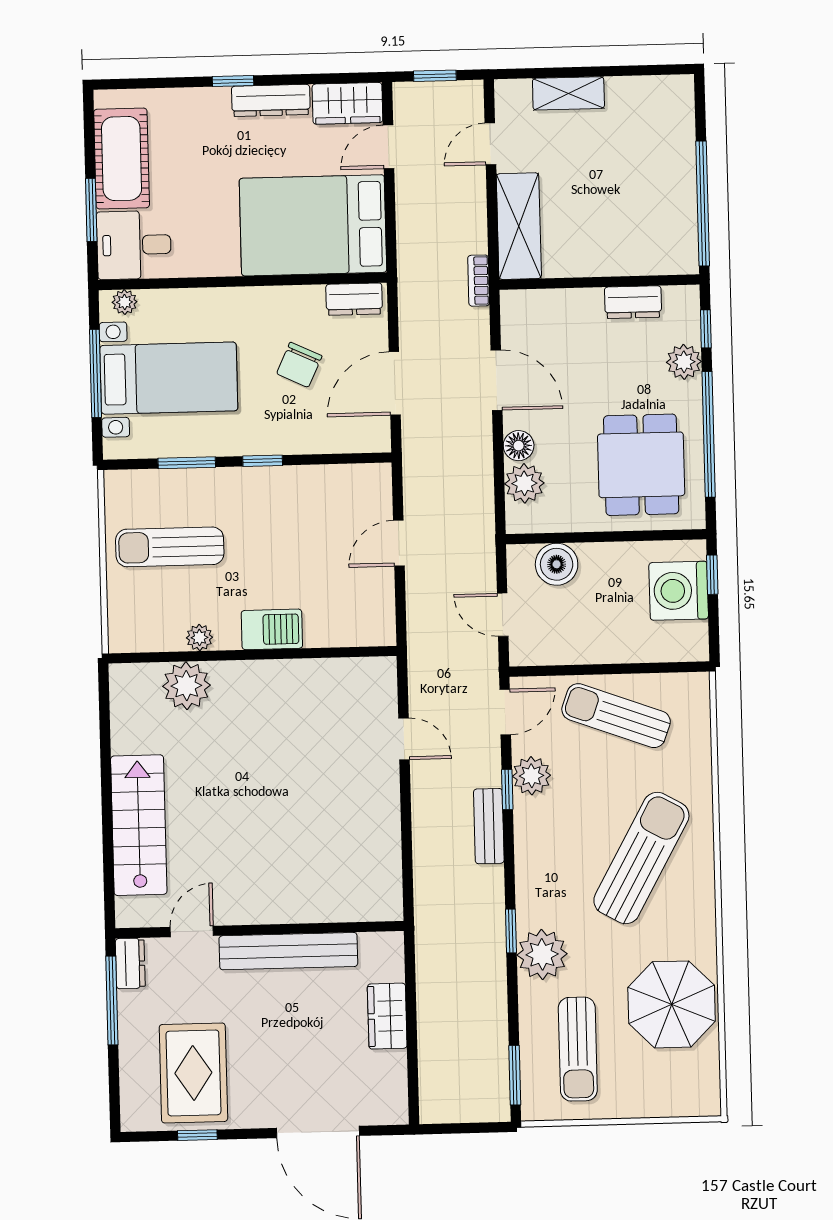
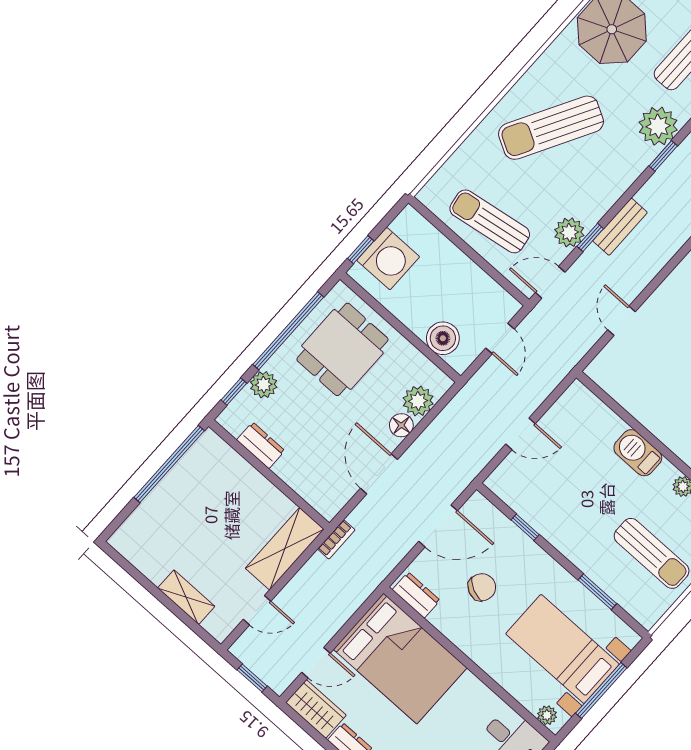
window: (263, 461) -> (525, 527), moved
sun lounger: (616, 716) -> (490, 221), turned 151

